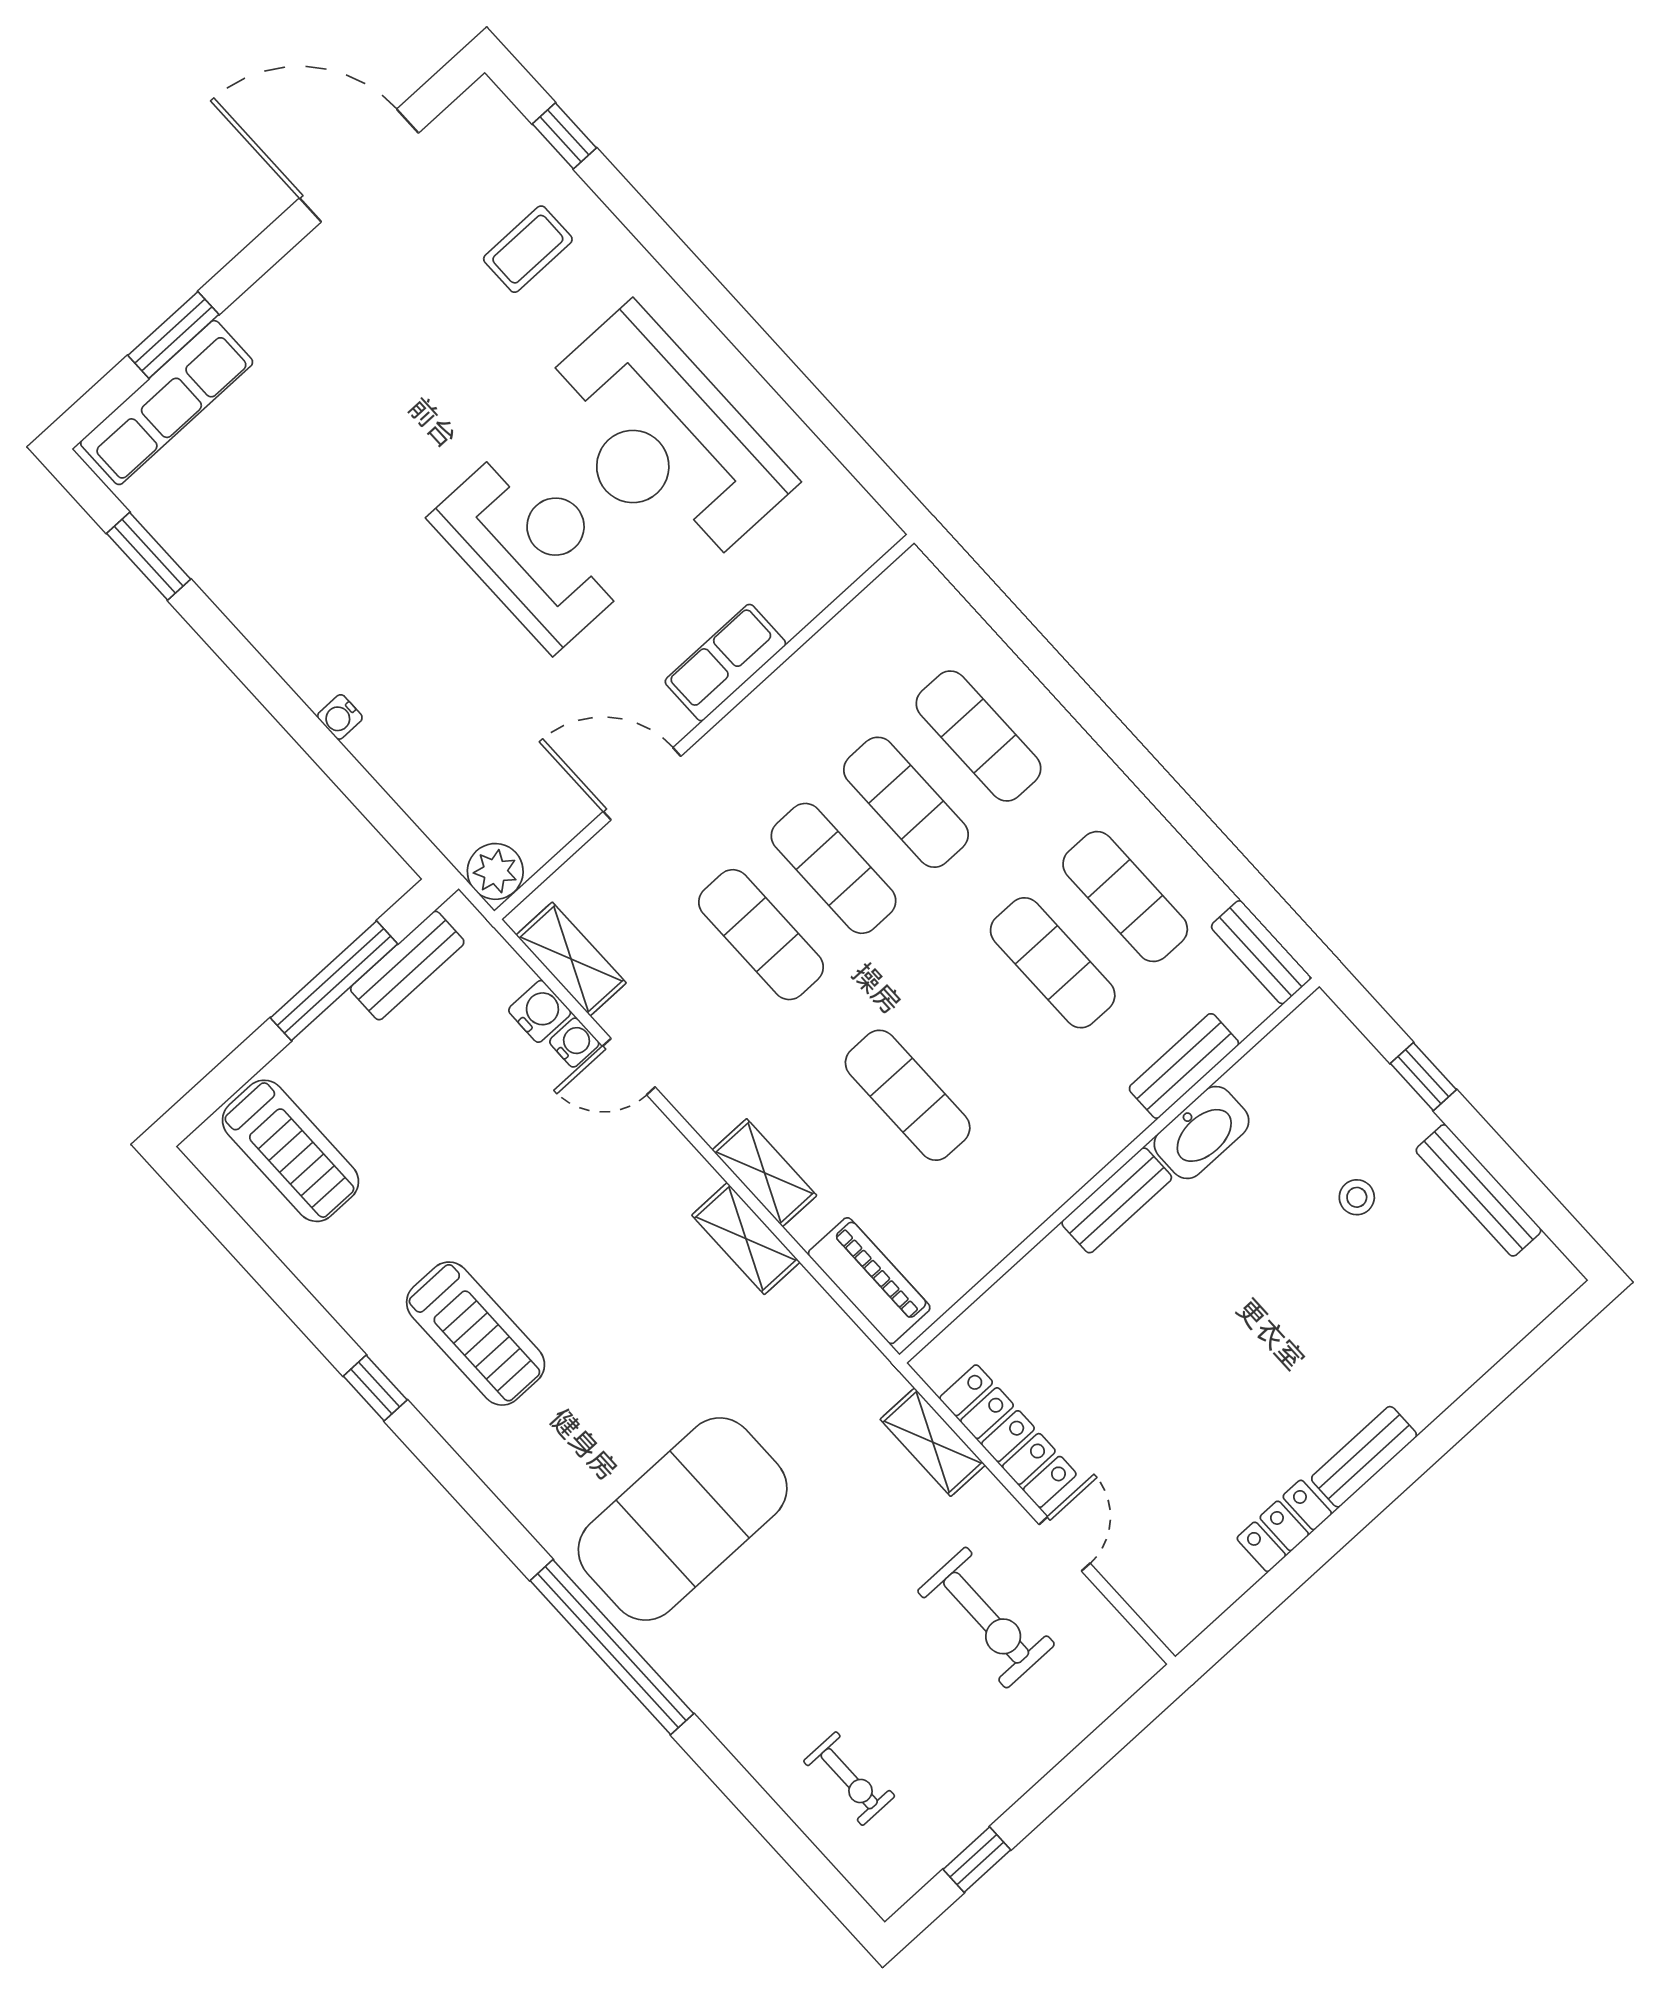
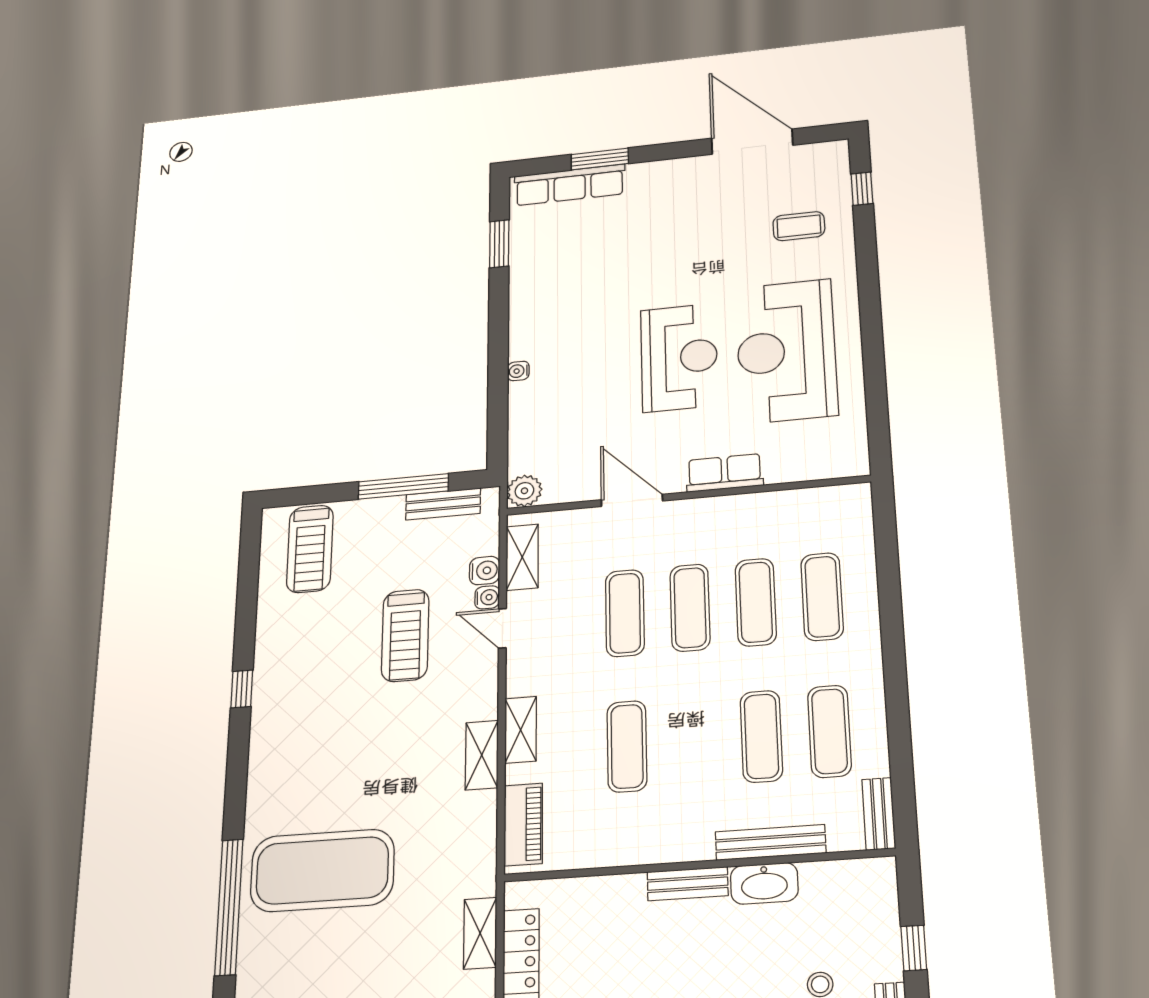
bench: (1184, 1066) -> (770, 842), width x1.36
treadmill: (476, 1334) -> (405, 635), moved

